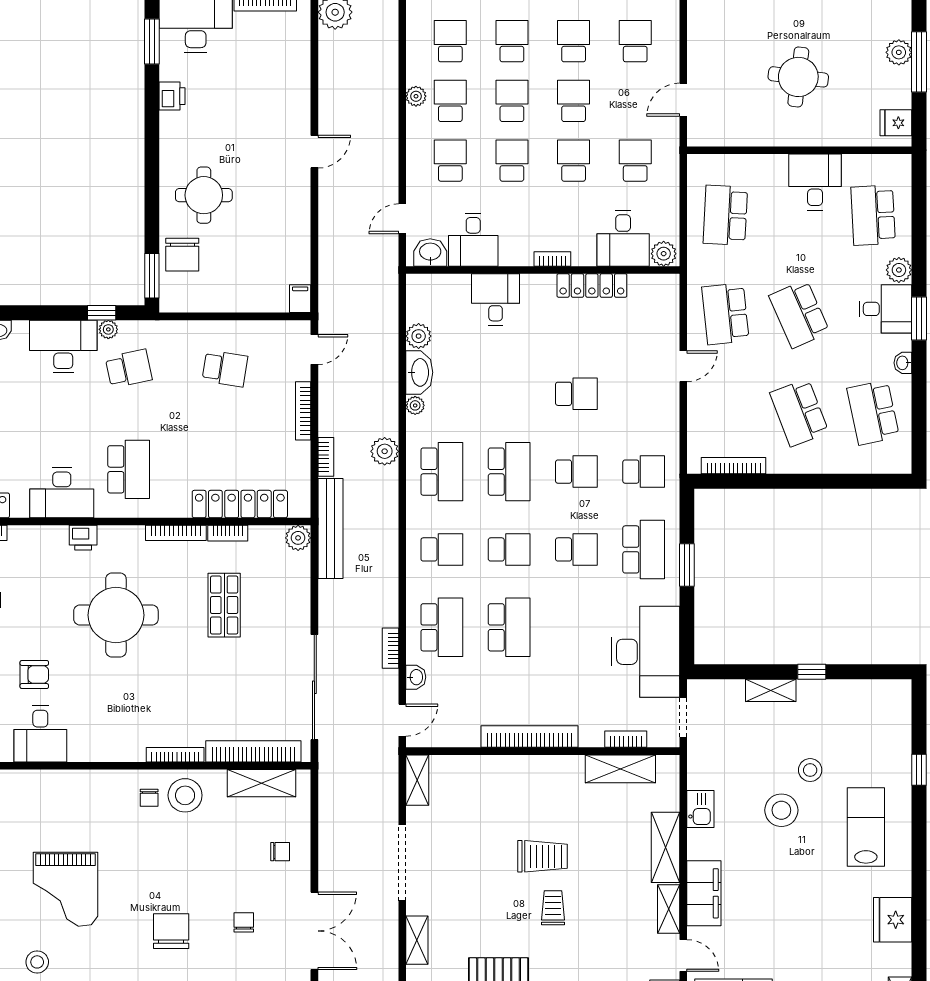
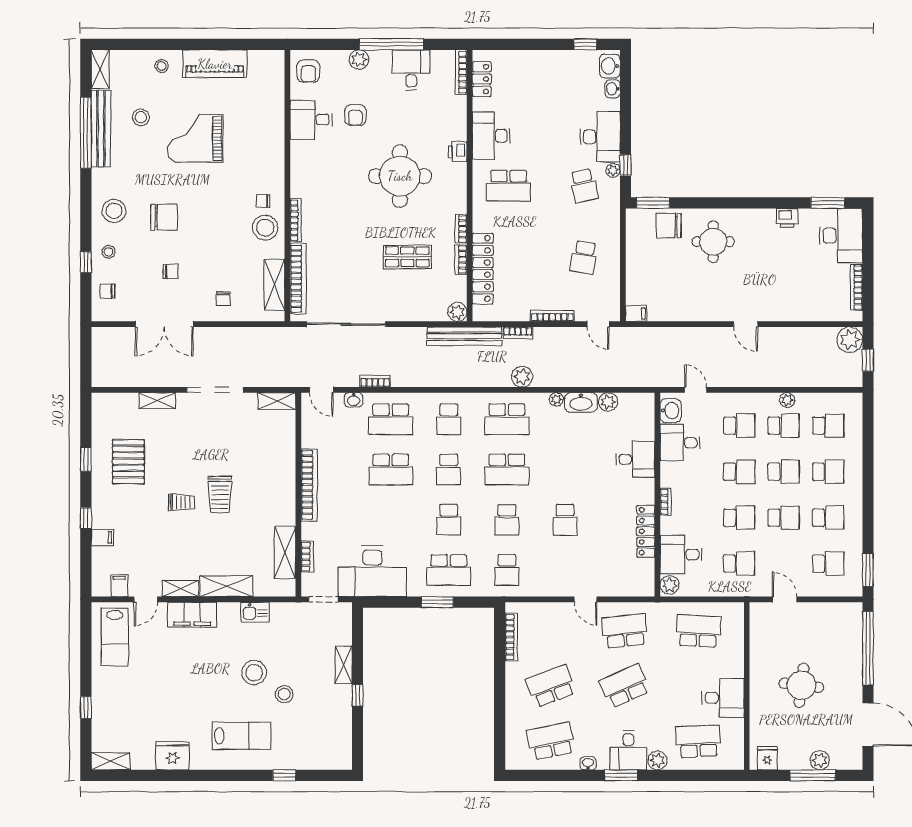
bookcase: (176, 533) -> (461, 229), width x0.64

